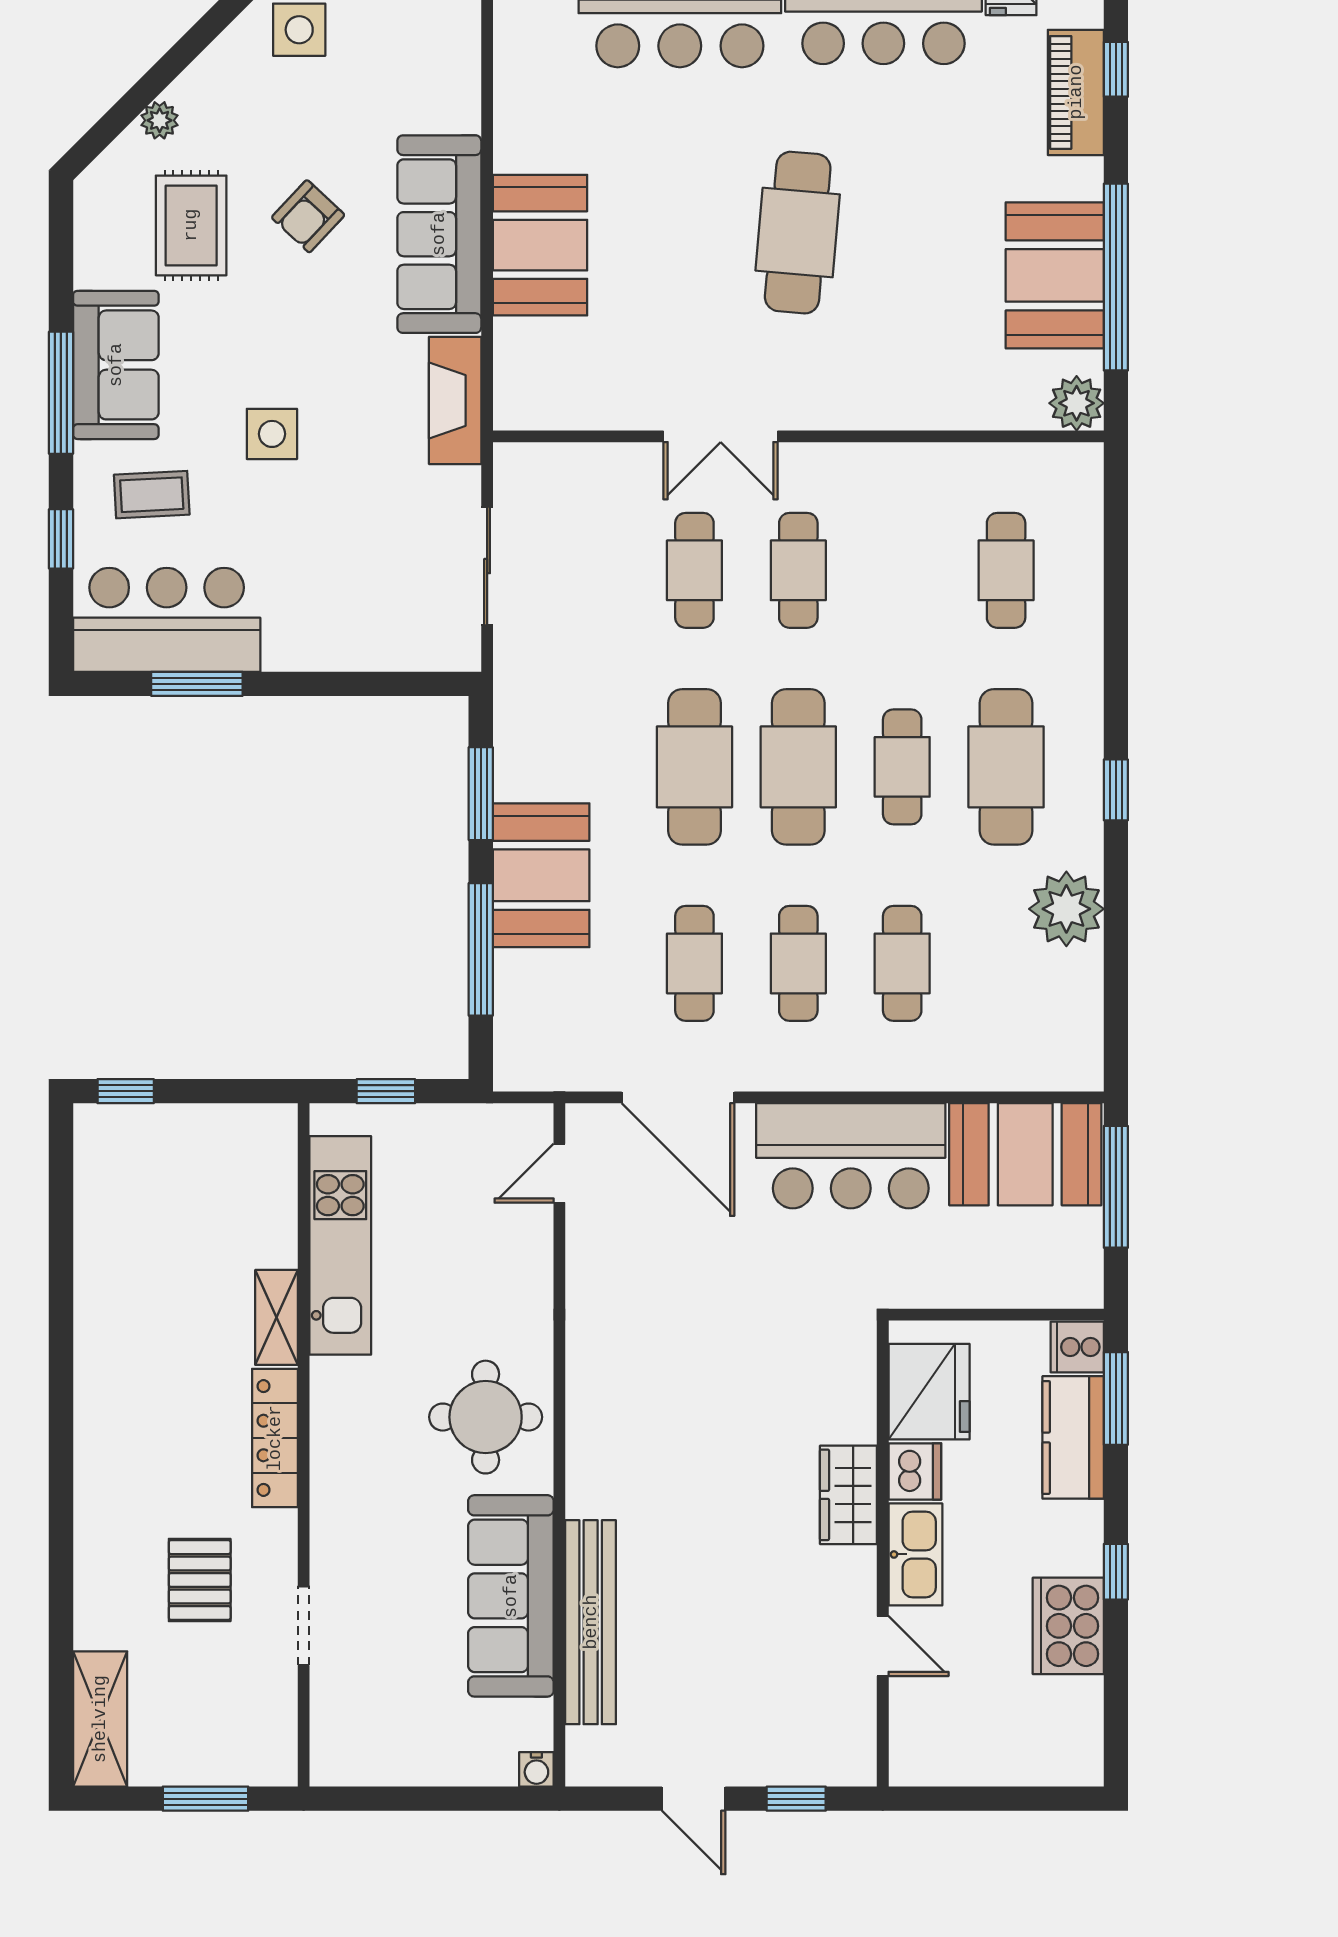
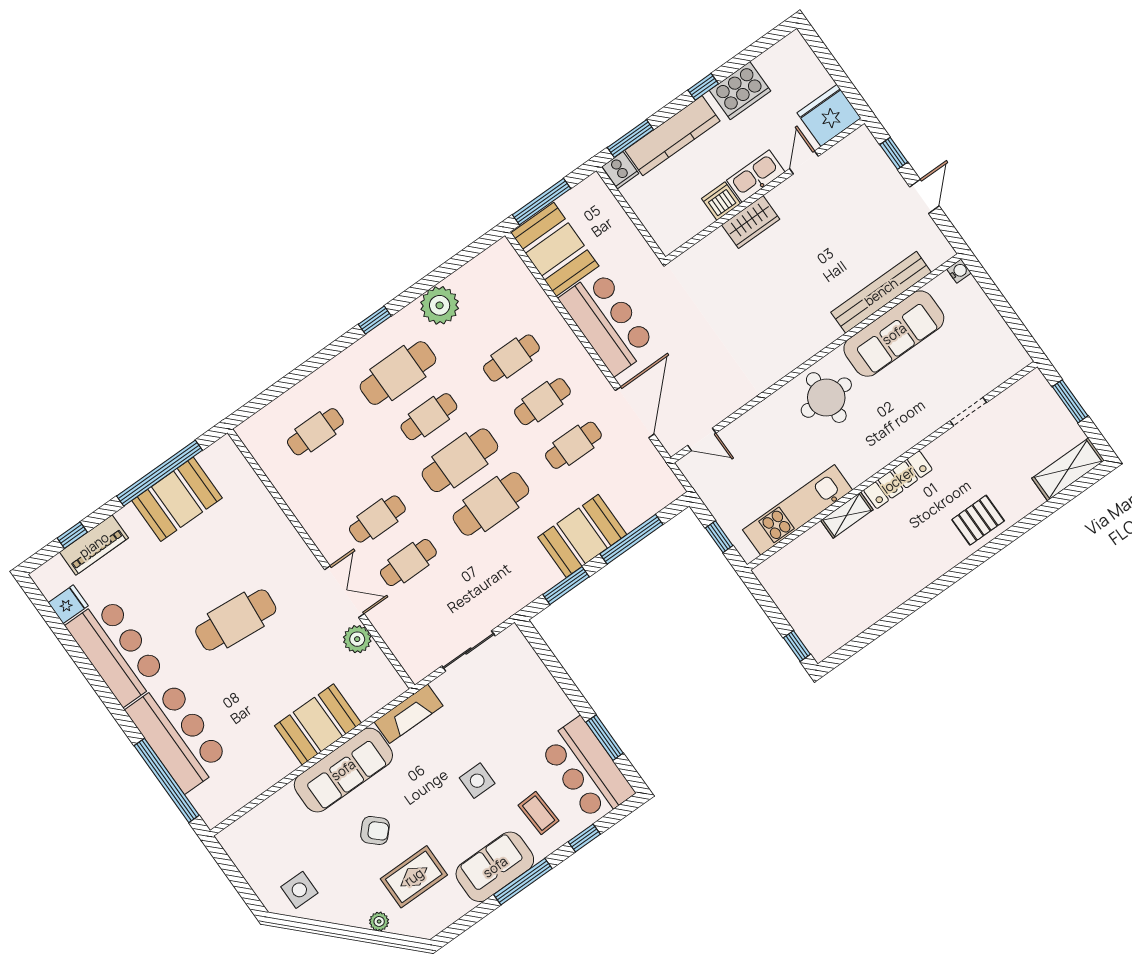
plant: (1077, 403) -> (357, 639), moved
fridge: (929, 1392) -> (829, 115), moved
kitchen counter: (1073, 1437) -> (672, 136), width x1.50
pallet: (200, 1580) -> (978, 520), moved

